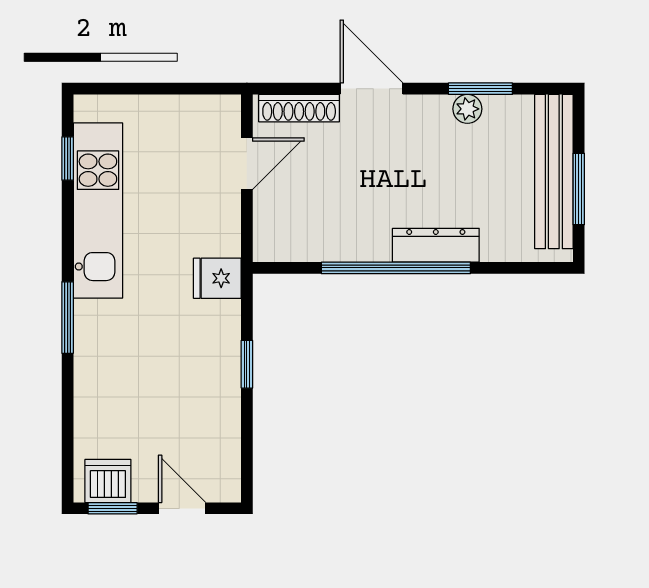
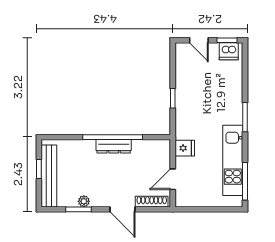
window: (68, 158) -> (245, 181), width x2.17
window: (579, 189) -> (39, 169), width x0.67
dresser: (436, 245) -> (114, 146), moved
fridge: (217, 278) -> (185, 148), moved

